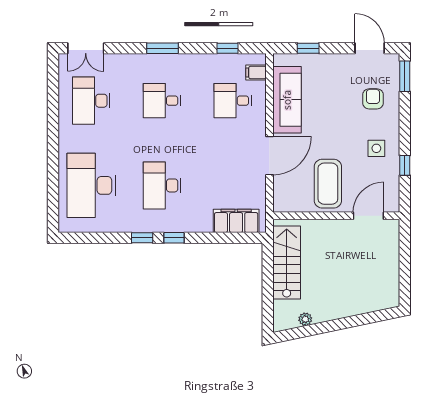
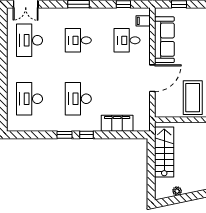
desk: (91, 185) -> (29, 99), width x0.73, depth x0.77
filing cabinet: (236, 221) -> (117, 123), moved

